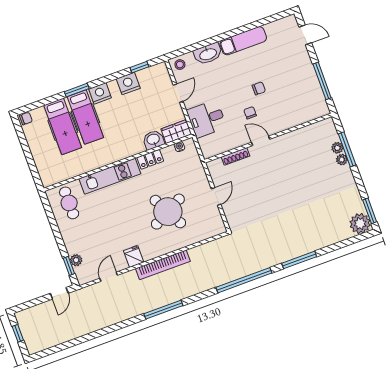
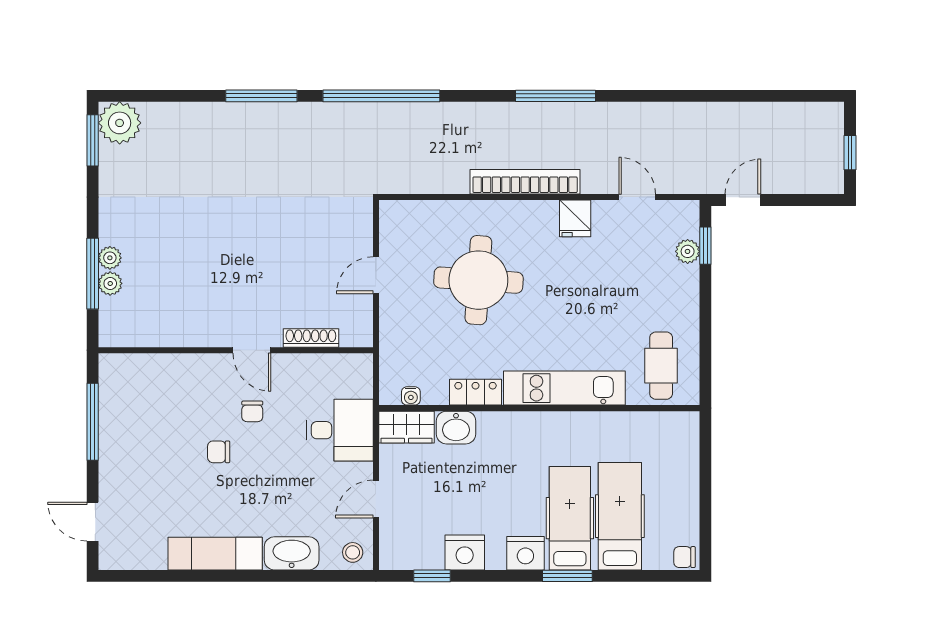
round table: (168, 212) -> (478, 280), turned 32
door: (109, 277) -> (637, 197), swing flipped

